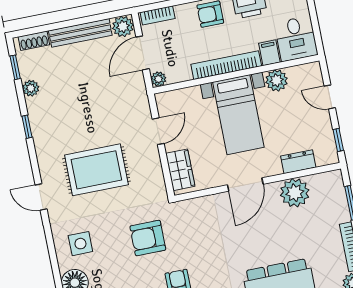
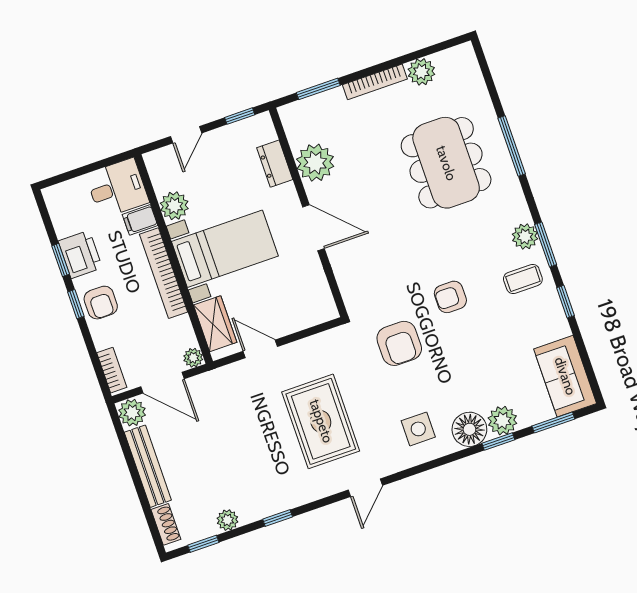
wardrobe: (180, 170) -> (215, 324), moved, turned 90

